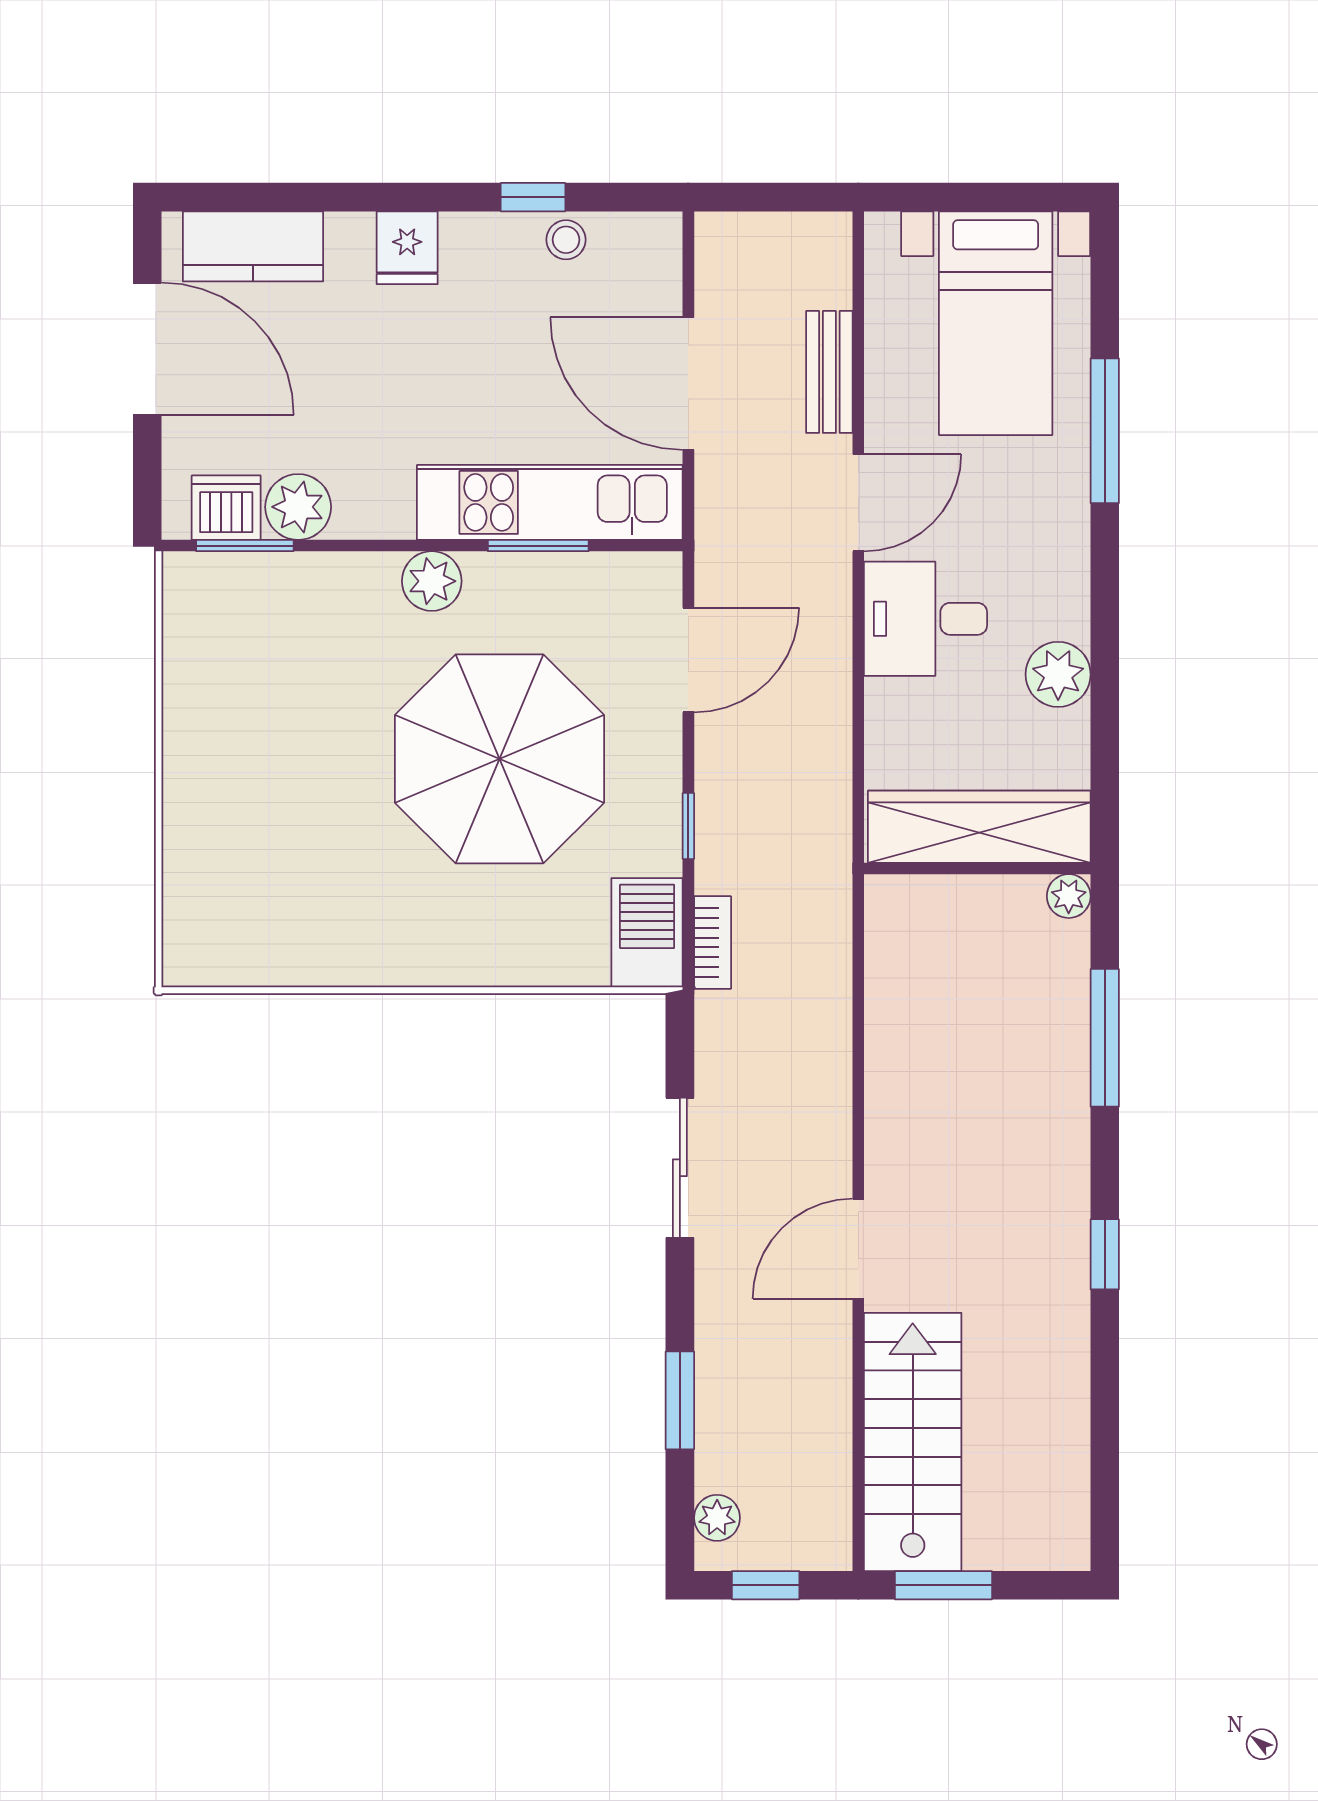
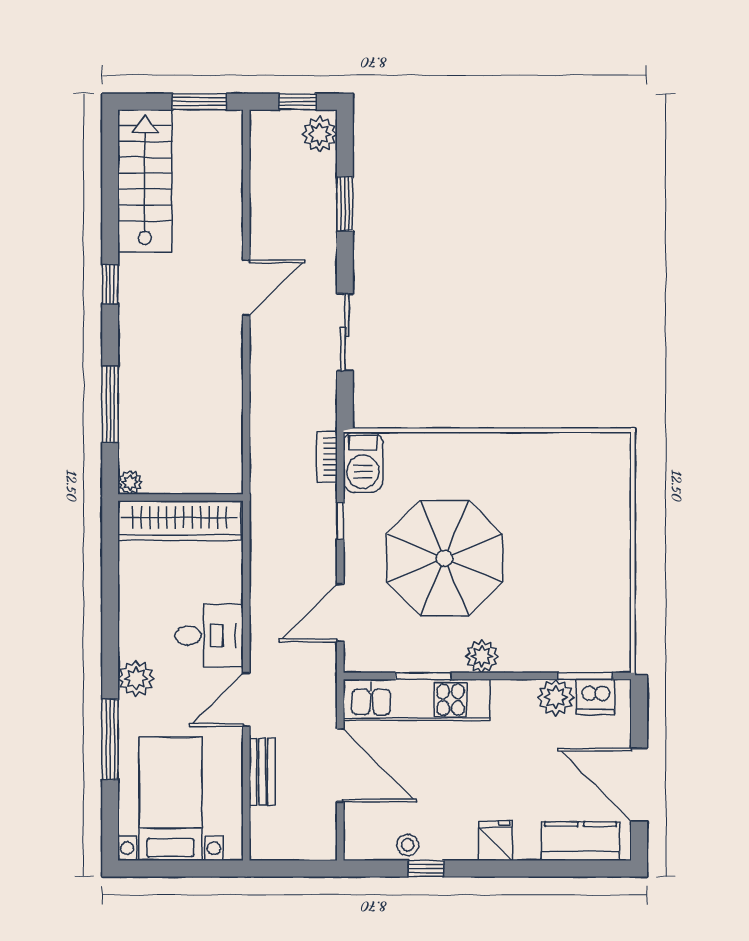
plant: (1058, 674) -> (136, 678), moved
stairs: (913, 1442) -> (145, 181), moved, turned 180
plant: (717, 1518) -> (320, 134), width x1.38, depth x1.38

